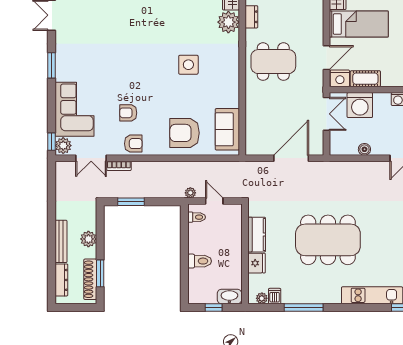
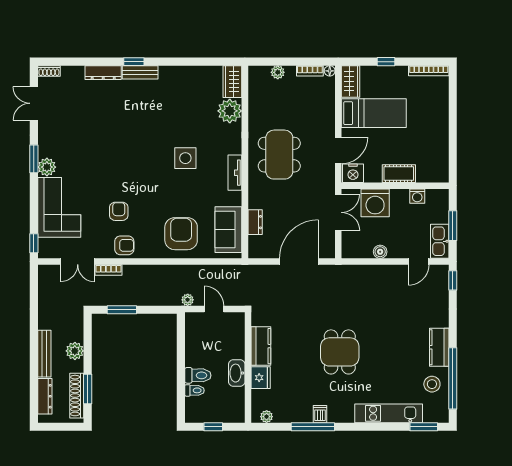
dresser: (251, 17) -> (255, 222), moved
dining table: (273, 62) -> (279, 155), turned 90
tv unit: (233, 78) -> (235, 173), added
cot: (365, 79) -> (399, 174), moved
armchair: (128, 113) -> (119, 211), turned 90
armchair: (185, 133) -> (181, 234), turned 90
plant: (63, 146) -> (47, 167), moved
toilet: (197, 217) -> (194, 390), moved
dining table: (328, 240) -> (340, 352), width x0.53, depth x0.80
washbasin: (229, 296) -> (237, 373), moved, turned -90
dishwasher: (275, 296) -> (320, 414), moved

